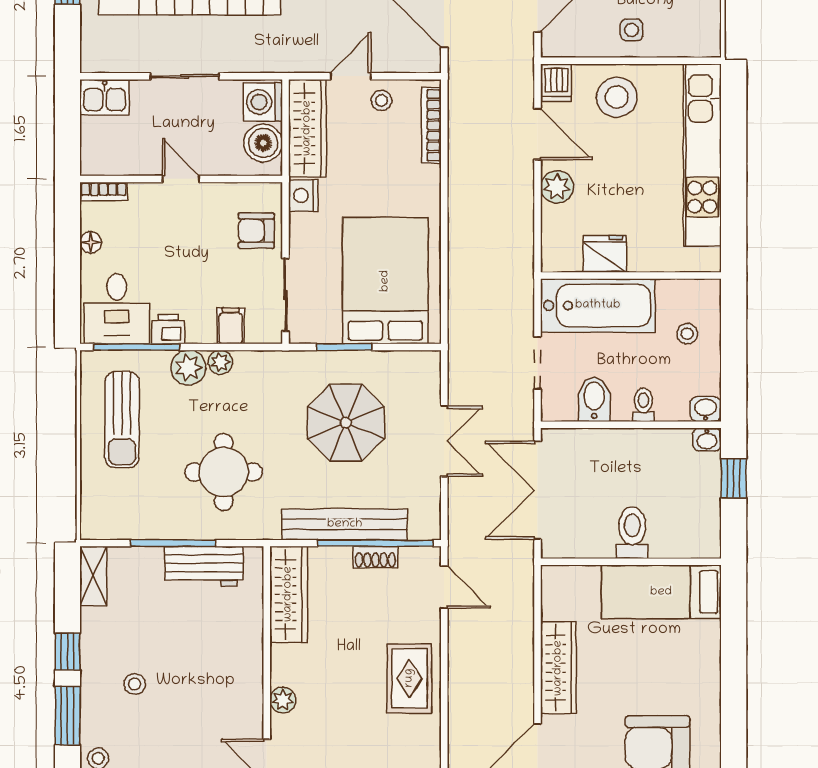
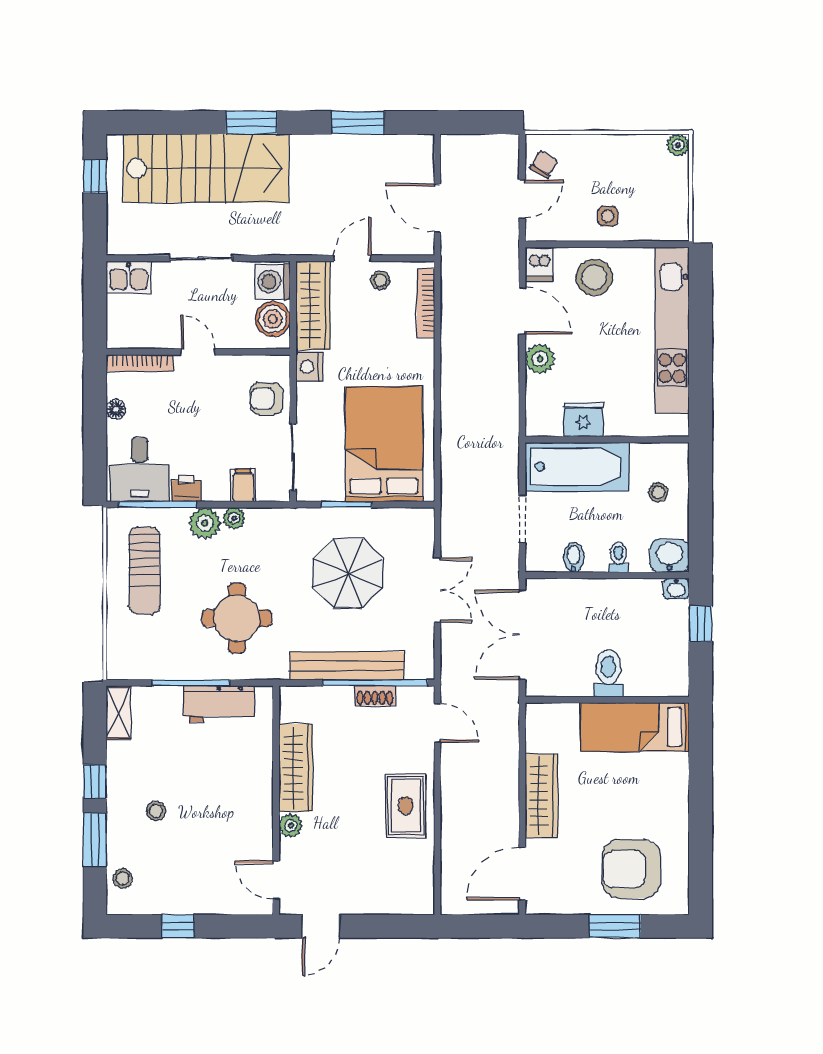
bookcase: (103, 191) -> (140, 363), width x1.56
bidet: (594, 399) -> (574, 557), width x0.72, depth x0.74
washbasin: (706, 409) -> (670, 556), width x1.38, depth x1.45
wardrobe: (288, 594) -> (296, 768), moved

